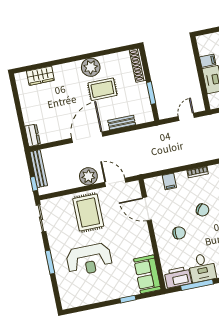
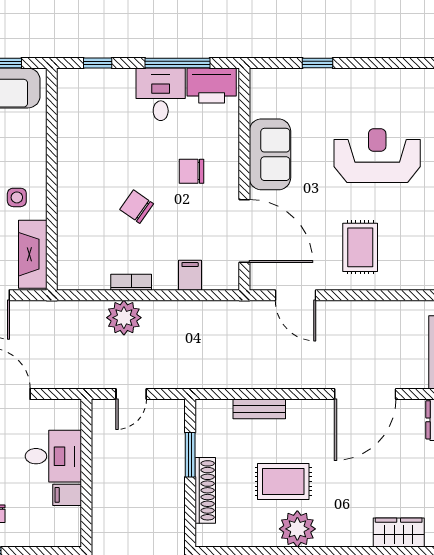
shoe rack: (138, 65) -> (205, 490), moved
door: (87, 137) -> (365, 394), moved
plant: (88, 176) -> (124, 318), moved
door: (147, 209) -> (244, 231), width x1.36
rug: (88, 212) -> (360, 247), width x0.73, depth x0.70
sofa: (147, 274) -> (270, 154), moved

